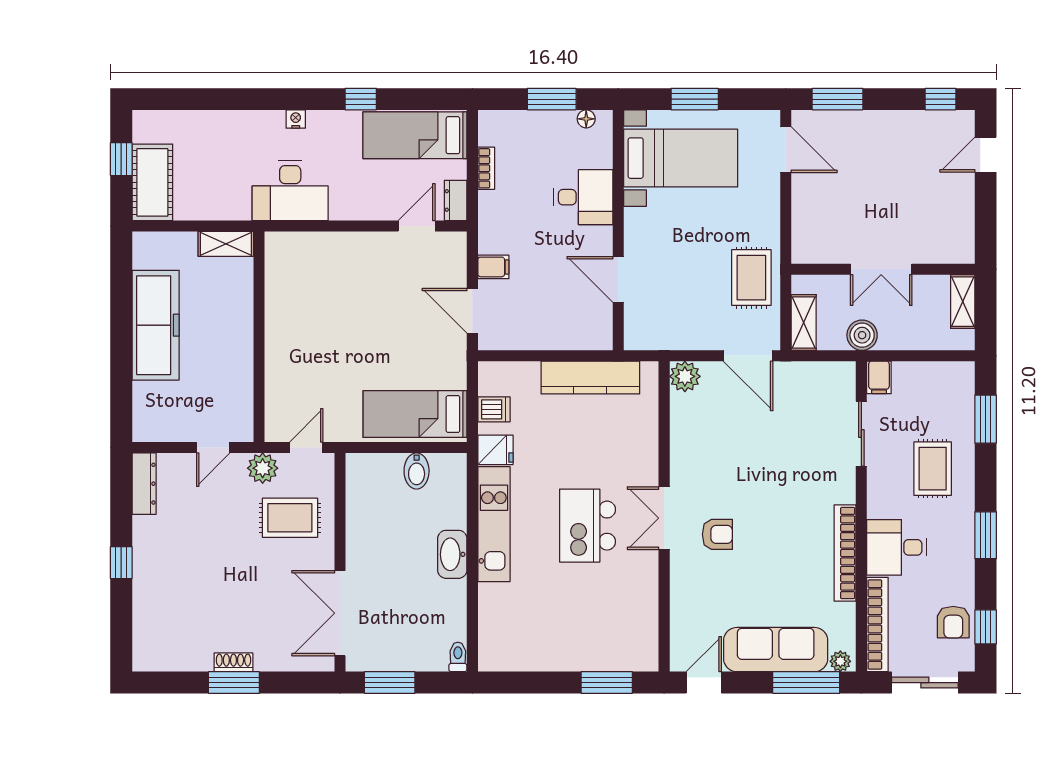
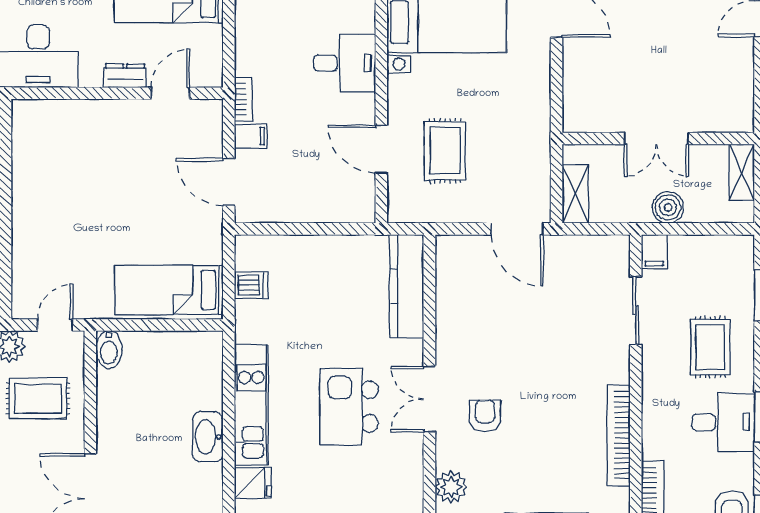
bookcase: (486, 168) -> (243, 100), moved
dresser: (456, 200) -> (125, 76), moved, turned 90
rug: (751, 278) -> (445, 151), moved
boiler: (862, 335) -> (668, 207), moved
plant: (685, 376) -> (451, 487), moved
kitchen counter: (590, 377) -> (407, 286), moved, turned 90
fridge: (495, 450) -> (253, 483), moved
bidet: (417, 471) -> (109, 350), moved
armchair: (717, 534) -> (485, 416), turned -90
desk: (897, 547) -> (723, 422), moved, turned 180

